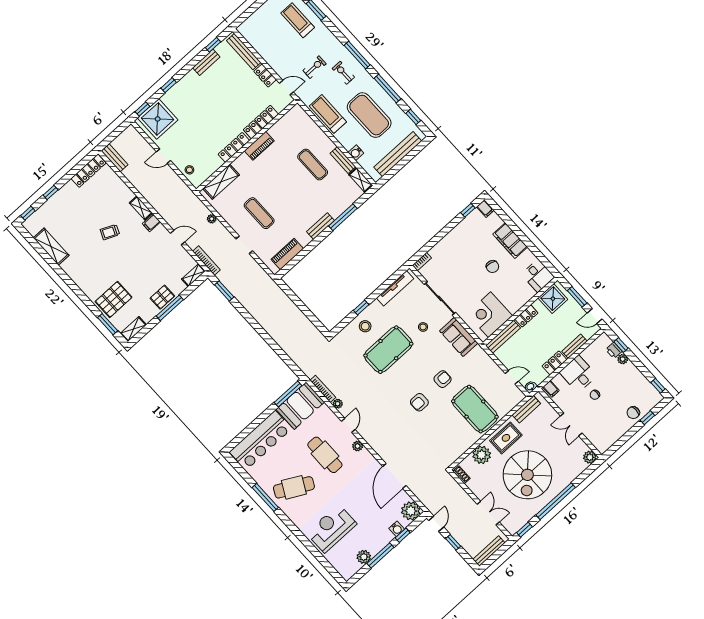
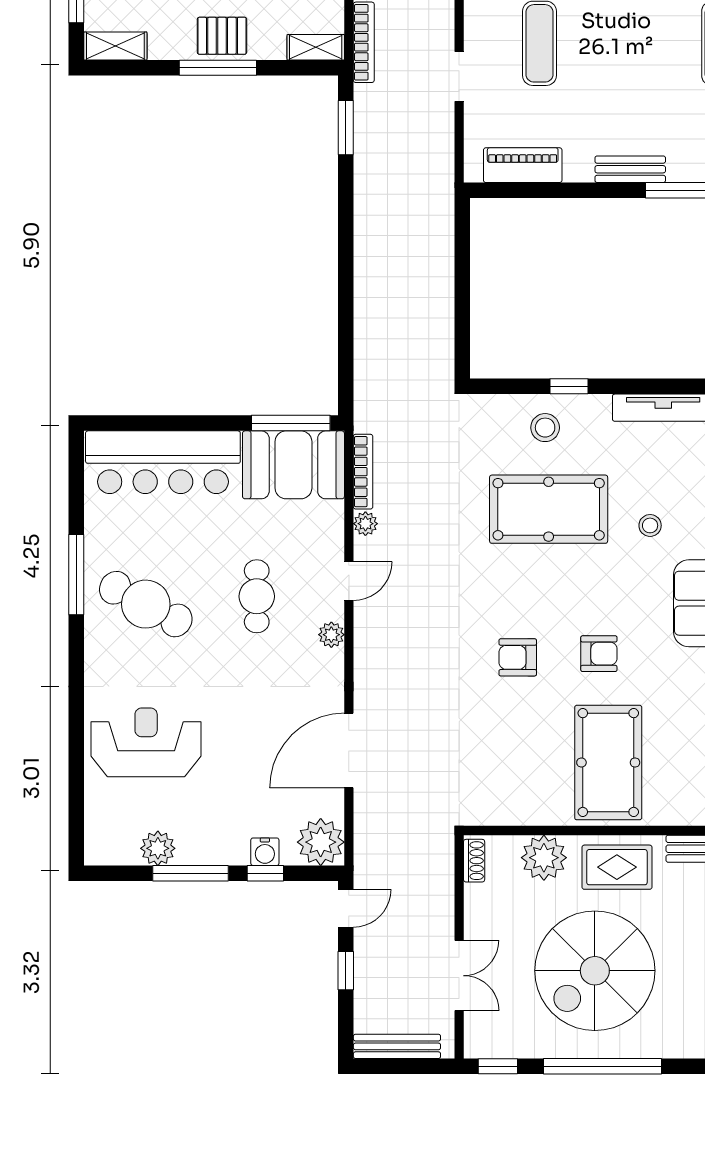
cafe table: (325, 455) -> (257, 596), width x0.73, depth x0.74

